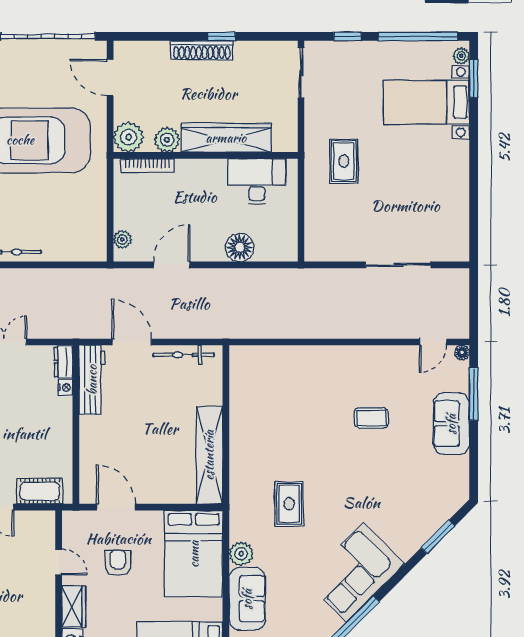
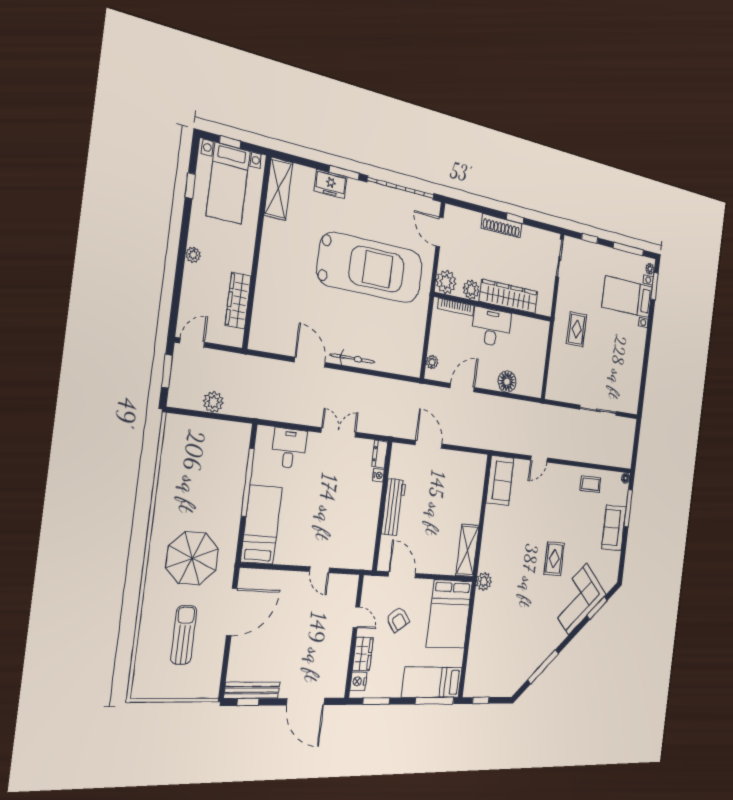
window: (418, 36) -> (628, 249), width x0.68
desk: (257, 181) -> (491, 327), moved
door: (433, 342) -> (539, 459), moved
bicycle: (184, 355) -> (462, 459), removed
workbench: (92, 380) -> (394, 507), moved
coffee table: (371, 418) -> (591, 484), moved
shelving: (209, 455) -> (467, 550), width x0.68
cot: (40, 491) -> (350, 558), removed
rug: (289, 504) -> (554, 559), moved
plant: (241, 554) -> (484, 581), moved
armchair: (118, 563) -> (398, 619), turned 143
corner sofa: (355, 572) -> (578, 599), moved
sofa: (247, 599) -> (500, 481), moved

